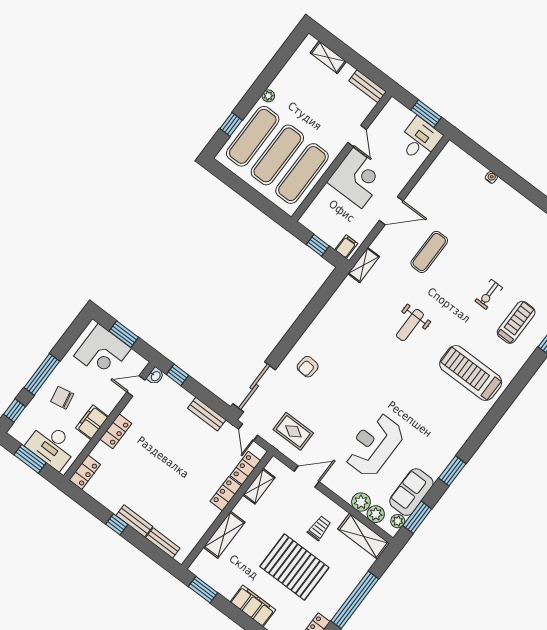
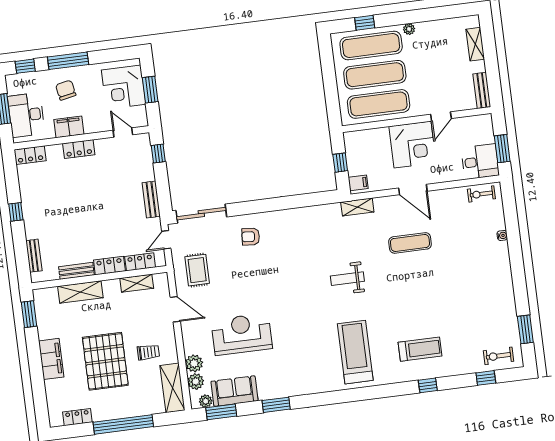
exercise bike: (489, 294) -> (481, 194), moved
washbasin: (155, 376) -> (143, 139), removed
bench: (134, 521) -> (76, 271), moved, turned 90

